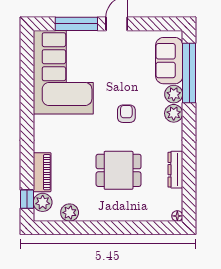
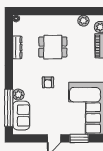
window: (76, 24) -> (79, 138), width x0.69
plant: (174, 113) -> (18, 83), removed

